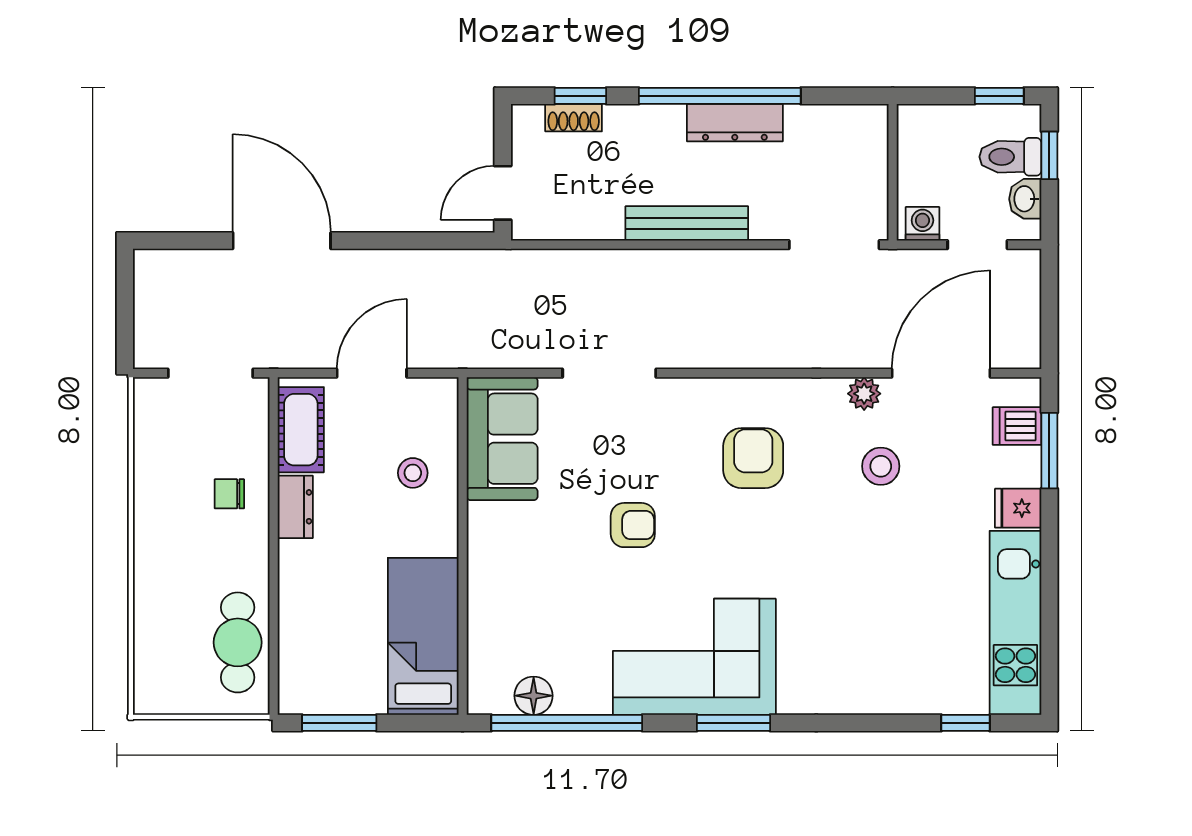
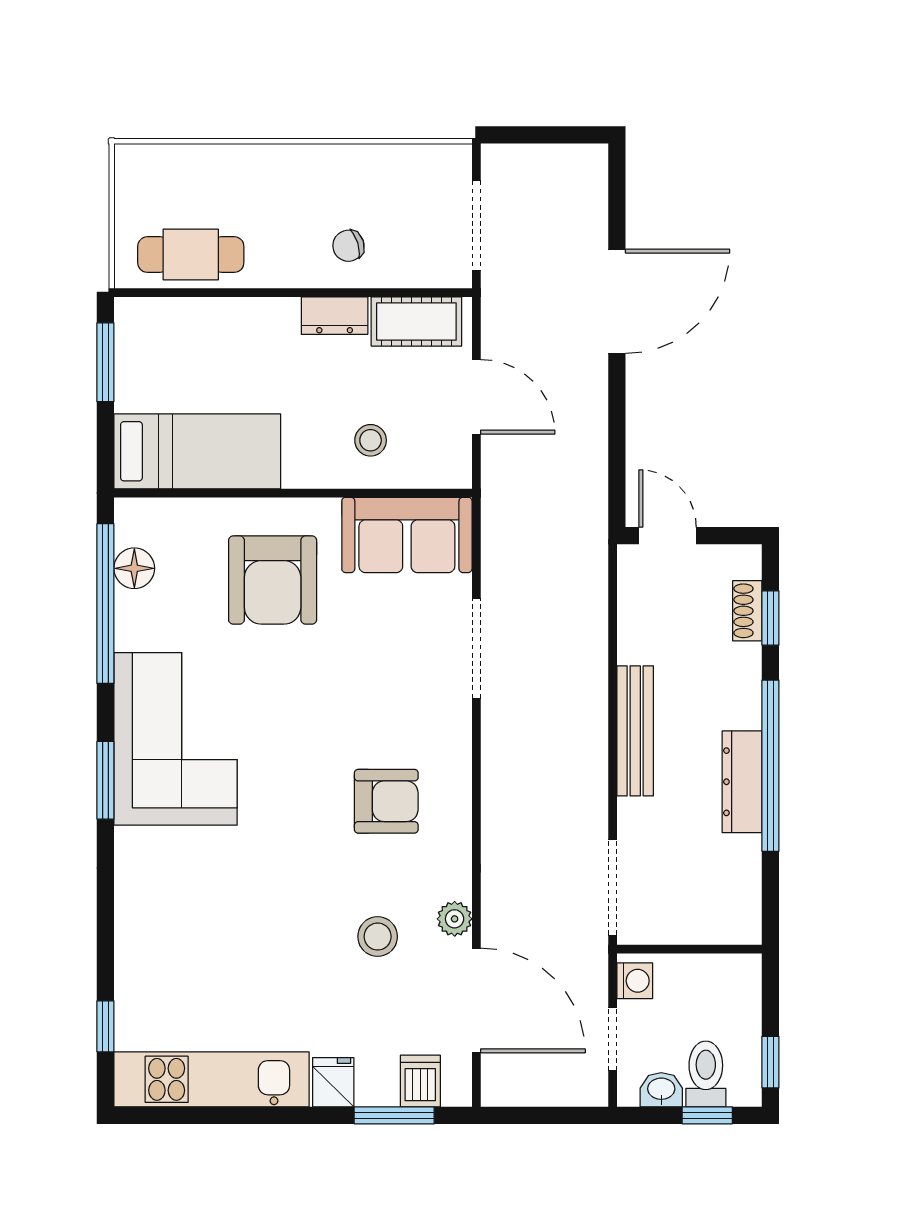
chair: (229, 494) -> (348, 246), turned -107
armchair: (633, 525) -> (273, 580), moved, width x1.88, depth x1.88

